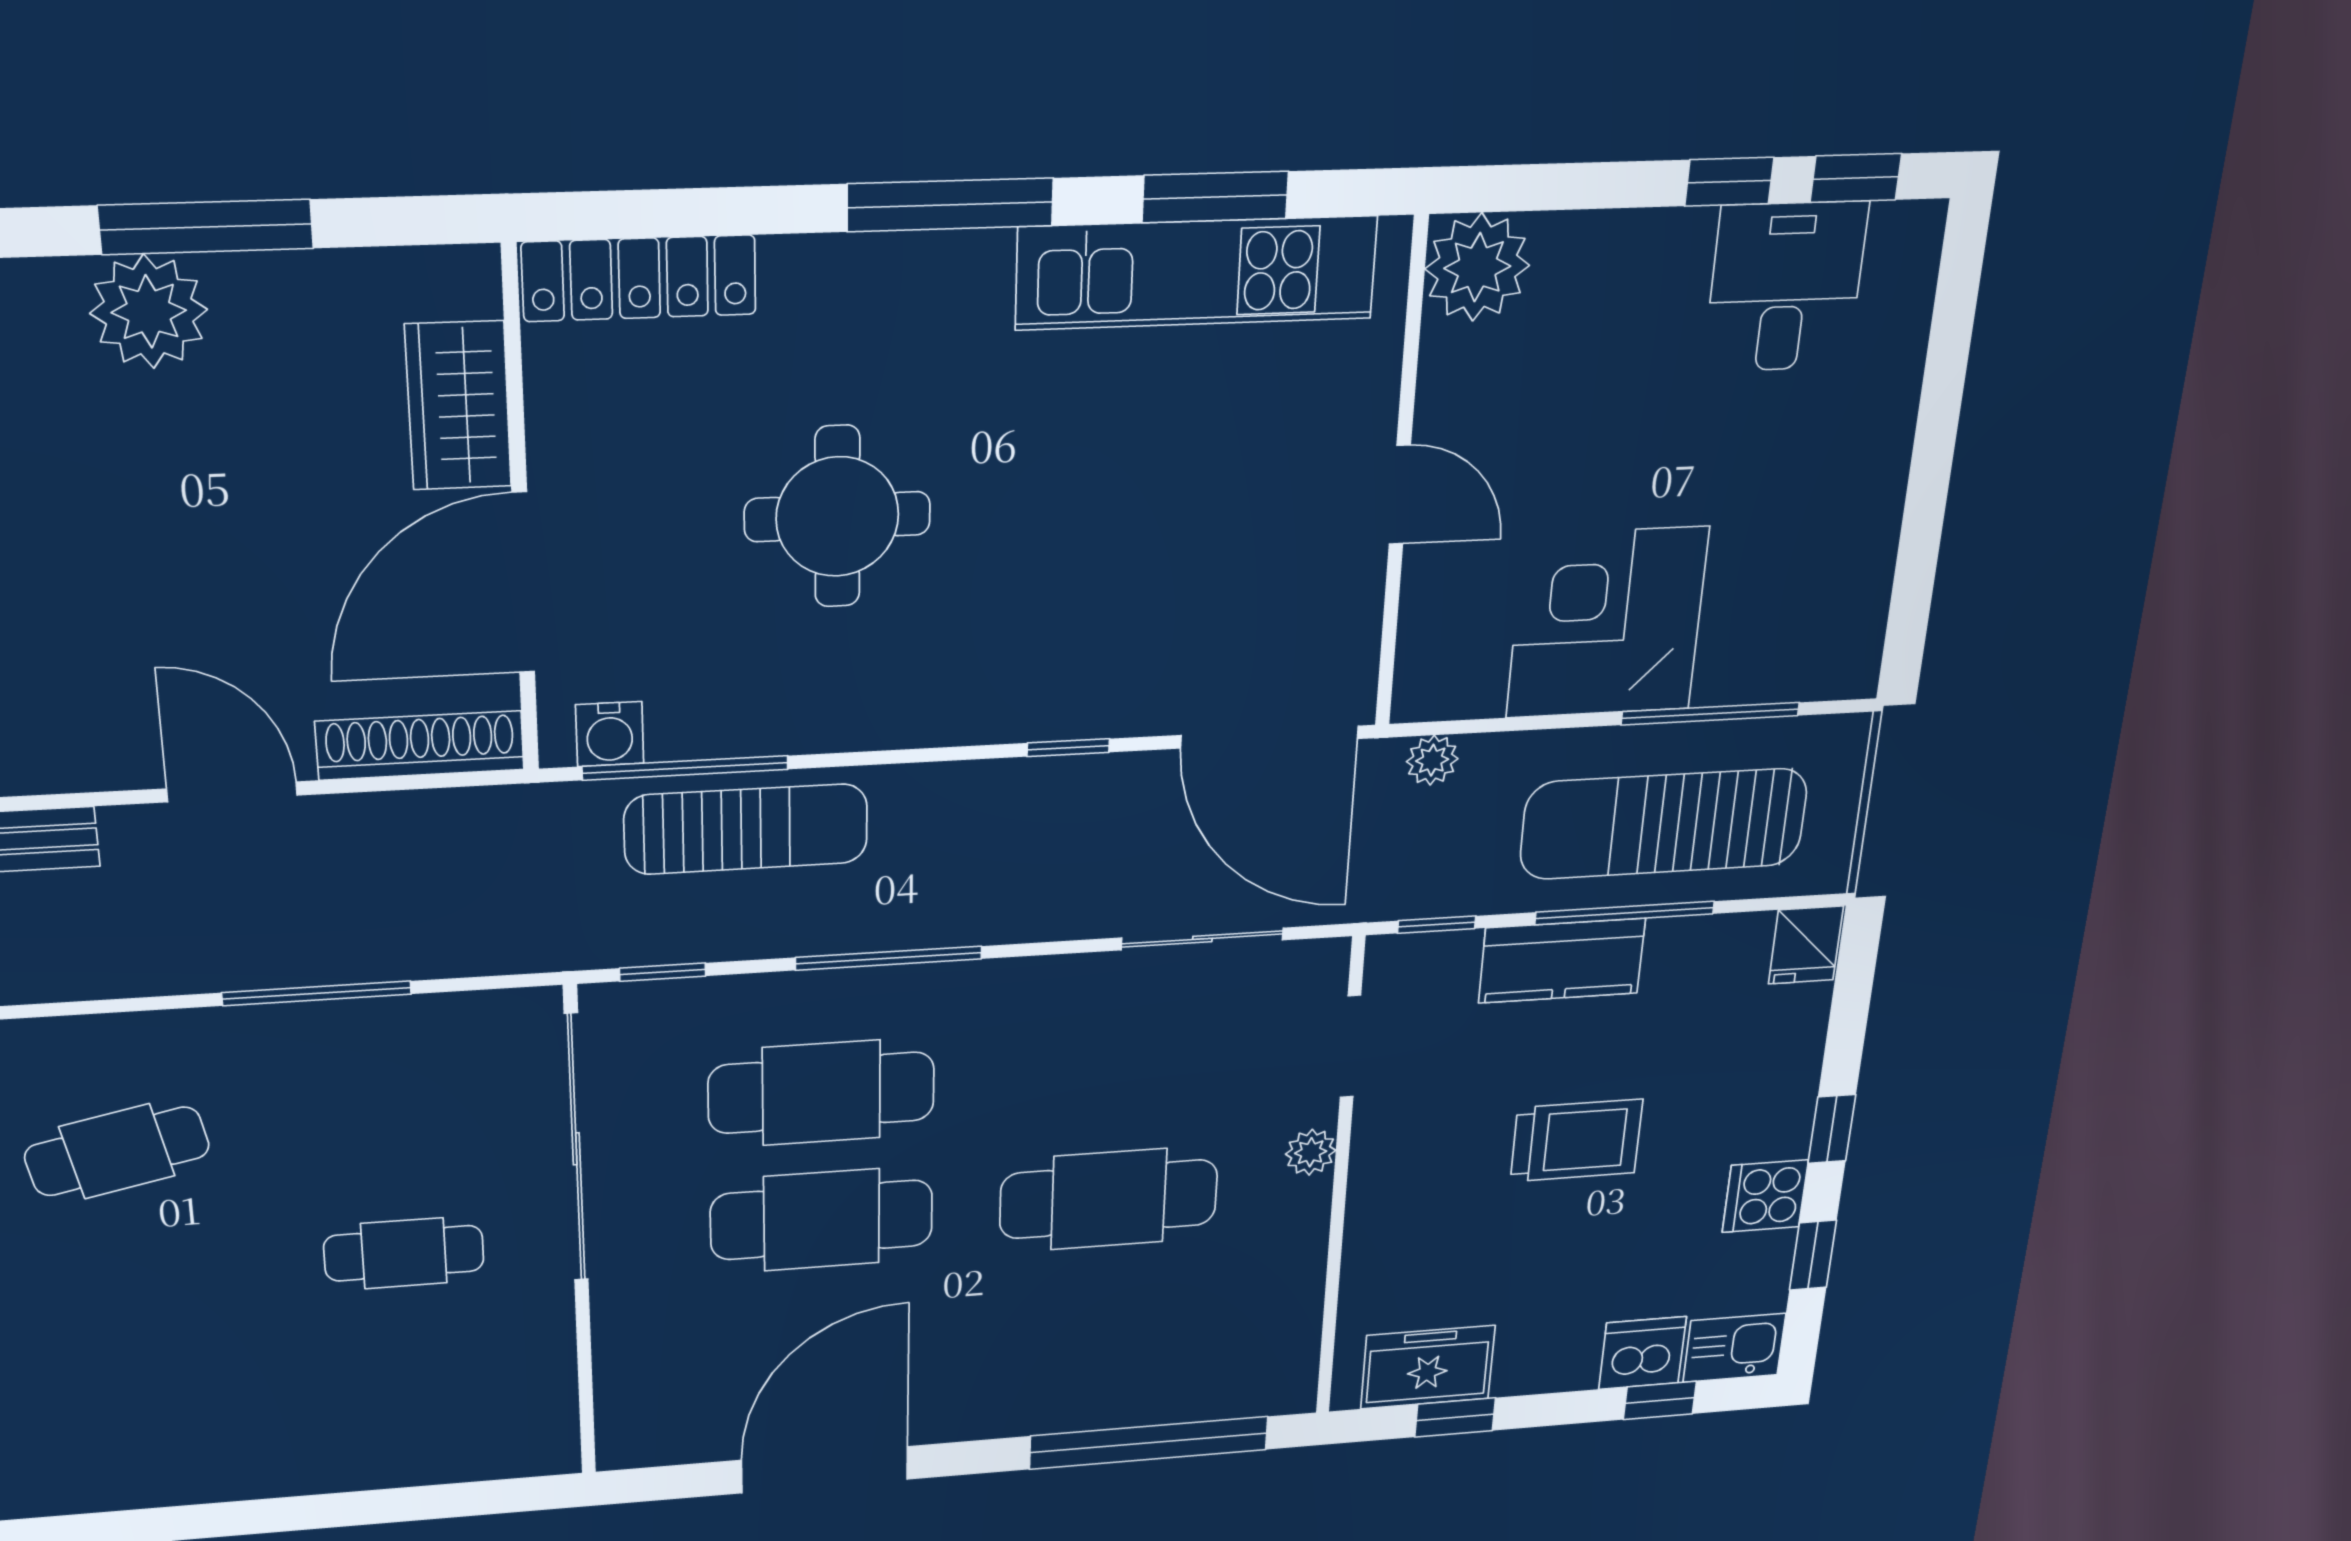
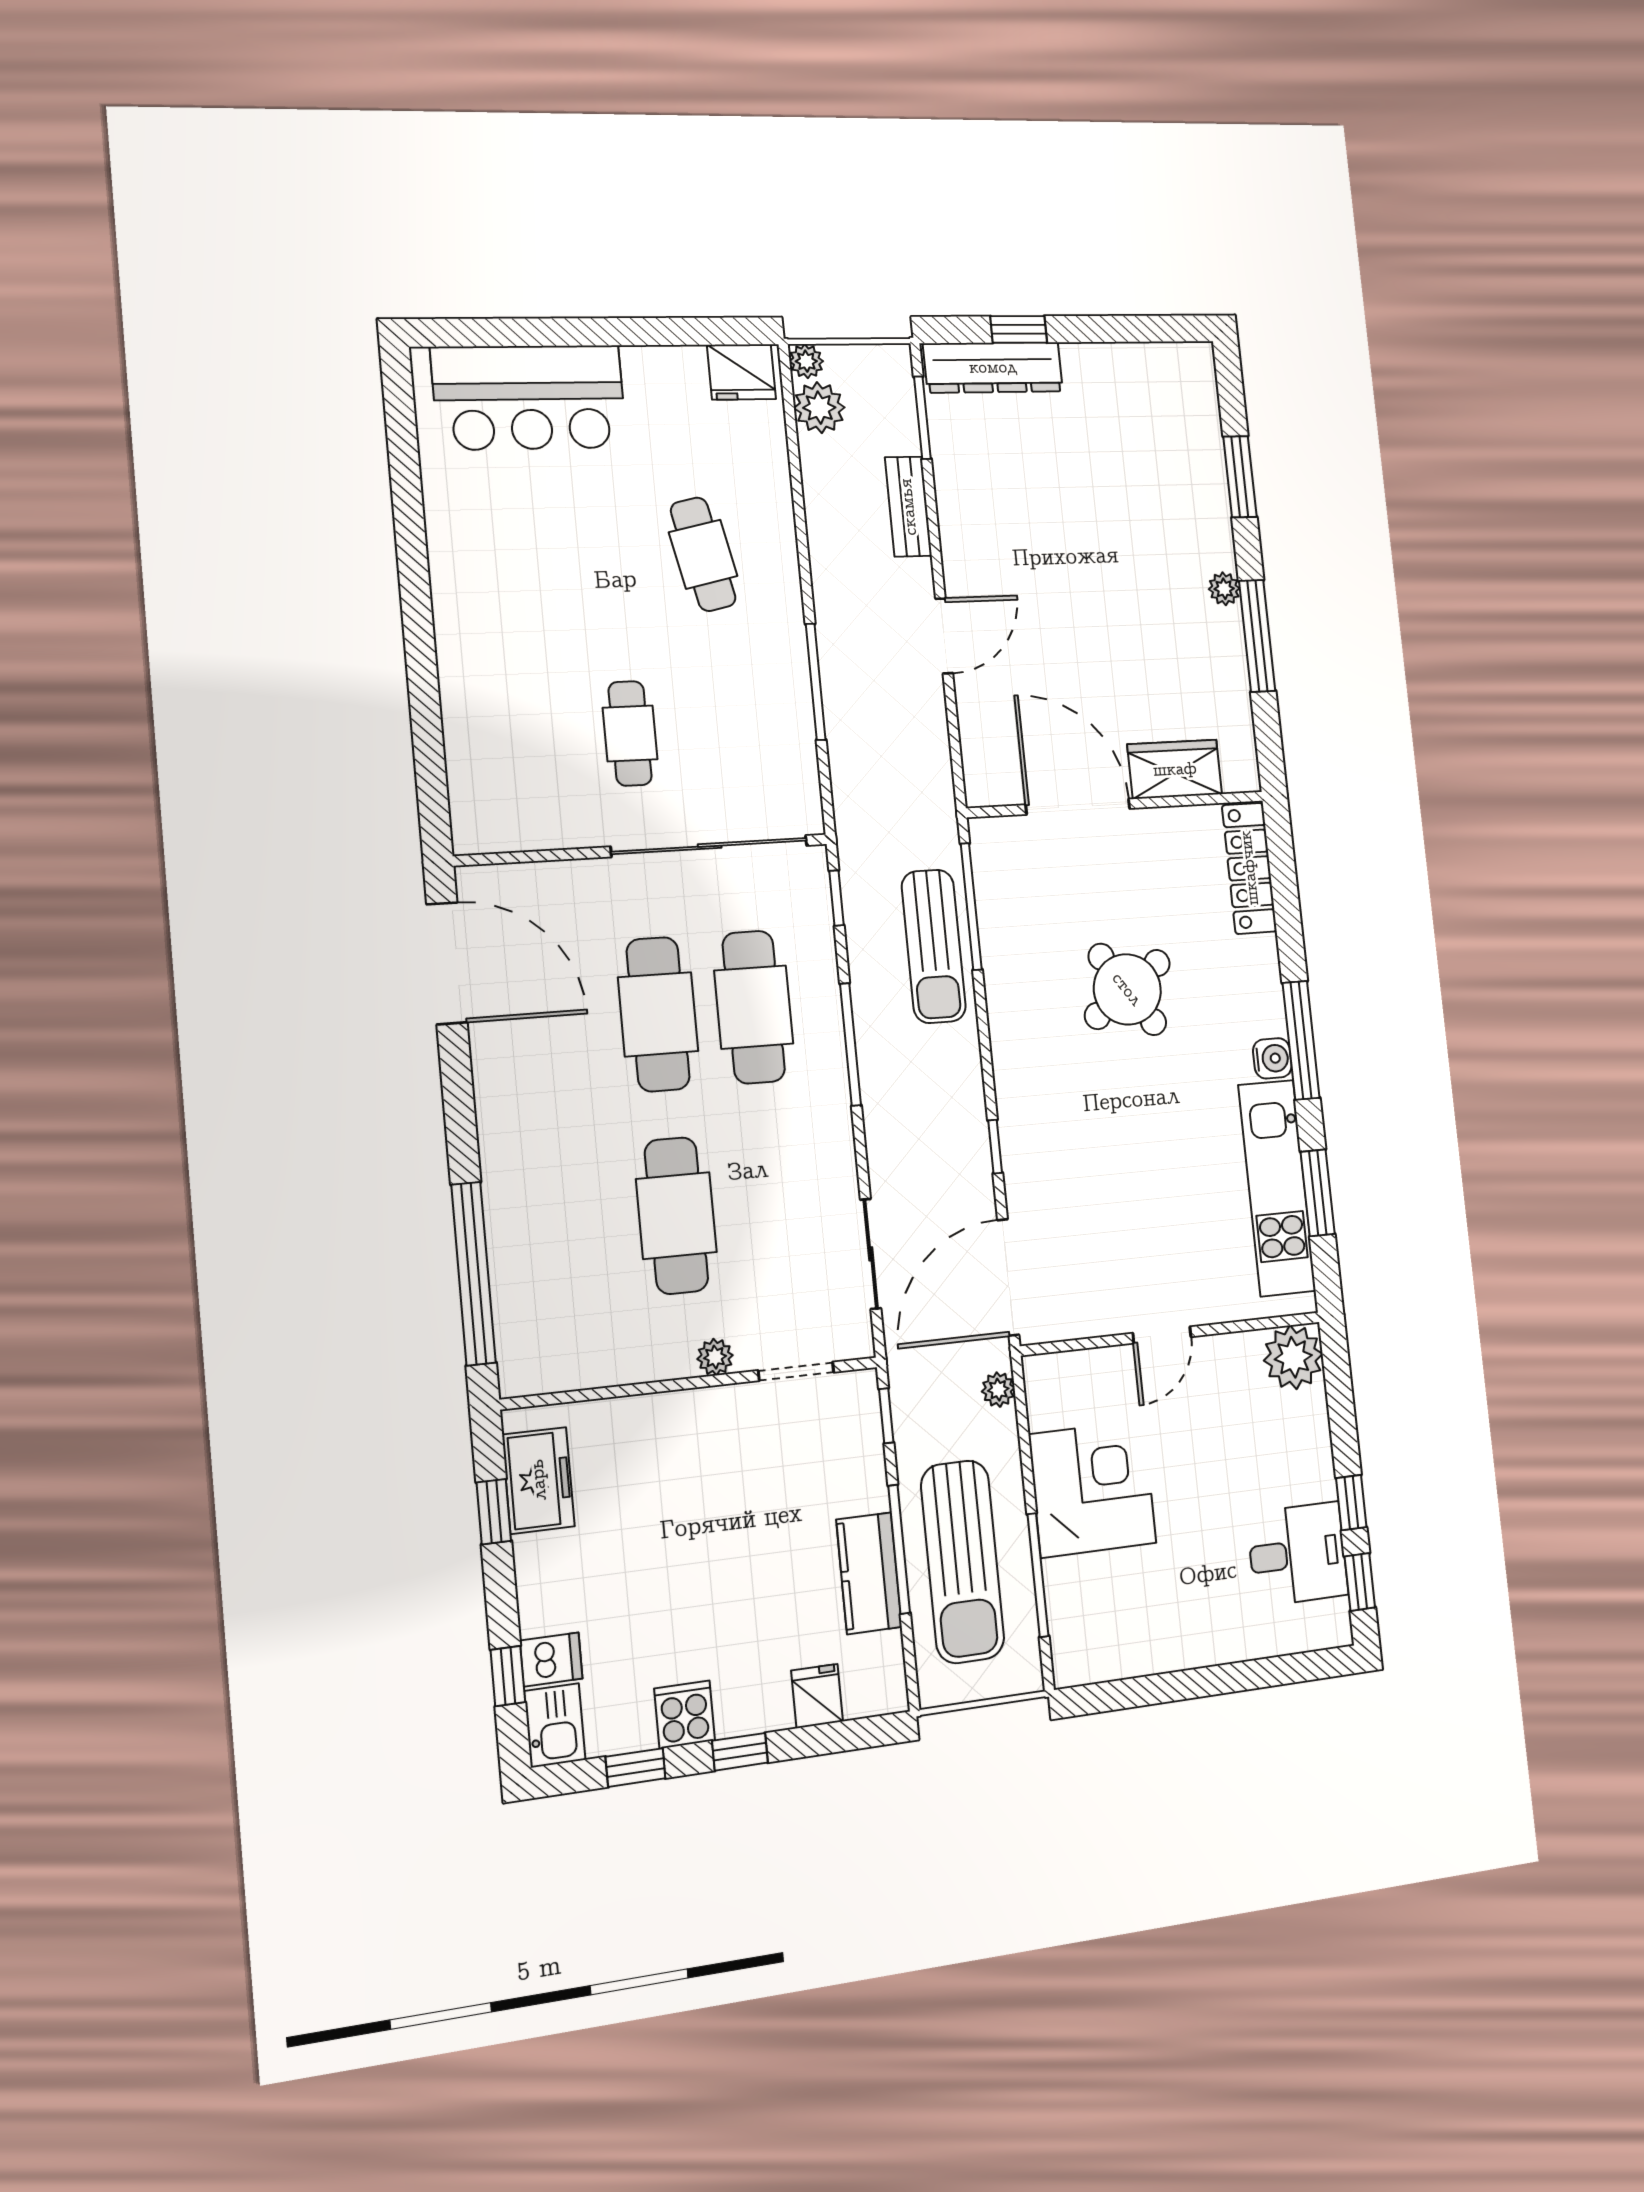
plant: (149, 311) -> (1224, 589), width x0.53, depth x0.53
round table: (837, 517) -> (1127, 989), turned -35
water cooler: (610, 734) -> (1272, 1058), moved, turned 180
shoe rack: (420, 746) -> (978, 747), removed
sun lounger: (1664, 824) -> (963, 1562), turned 180
fridge: (1806, 945) -> (817, 1696), moved, turned 90
kitchen counter: (1562, 961) -> (869, 1573), moved
trolley: (1576, 1140) -> (727, 1555), removed
dishwasher: (1642, 1353) -> (551, 1660), width x0.73
door: (825, 1470) -> (447, 963), moved

